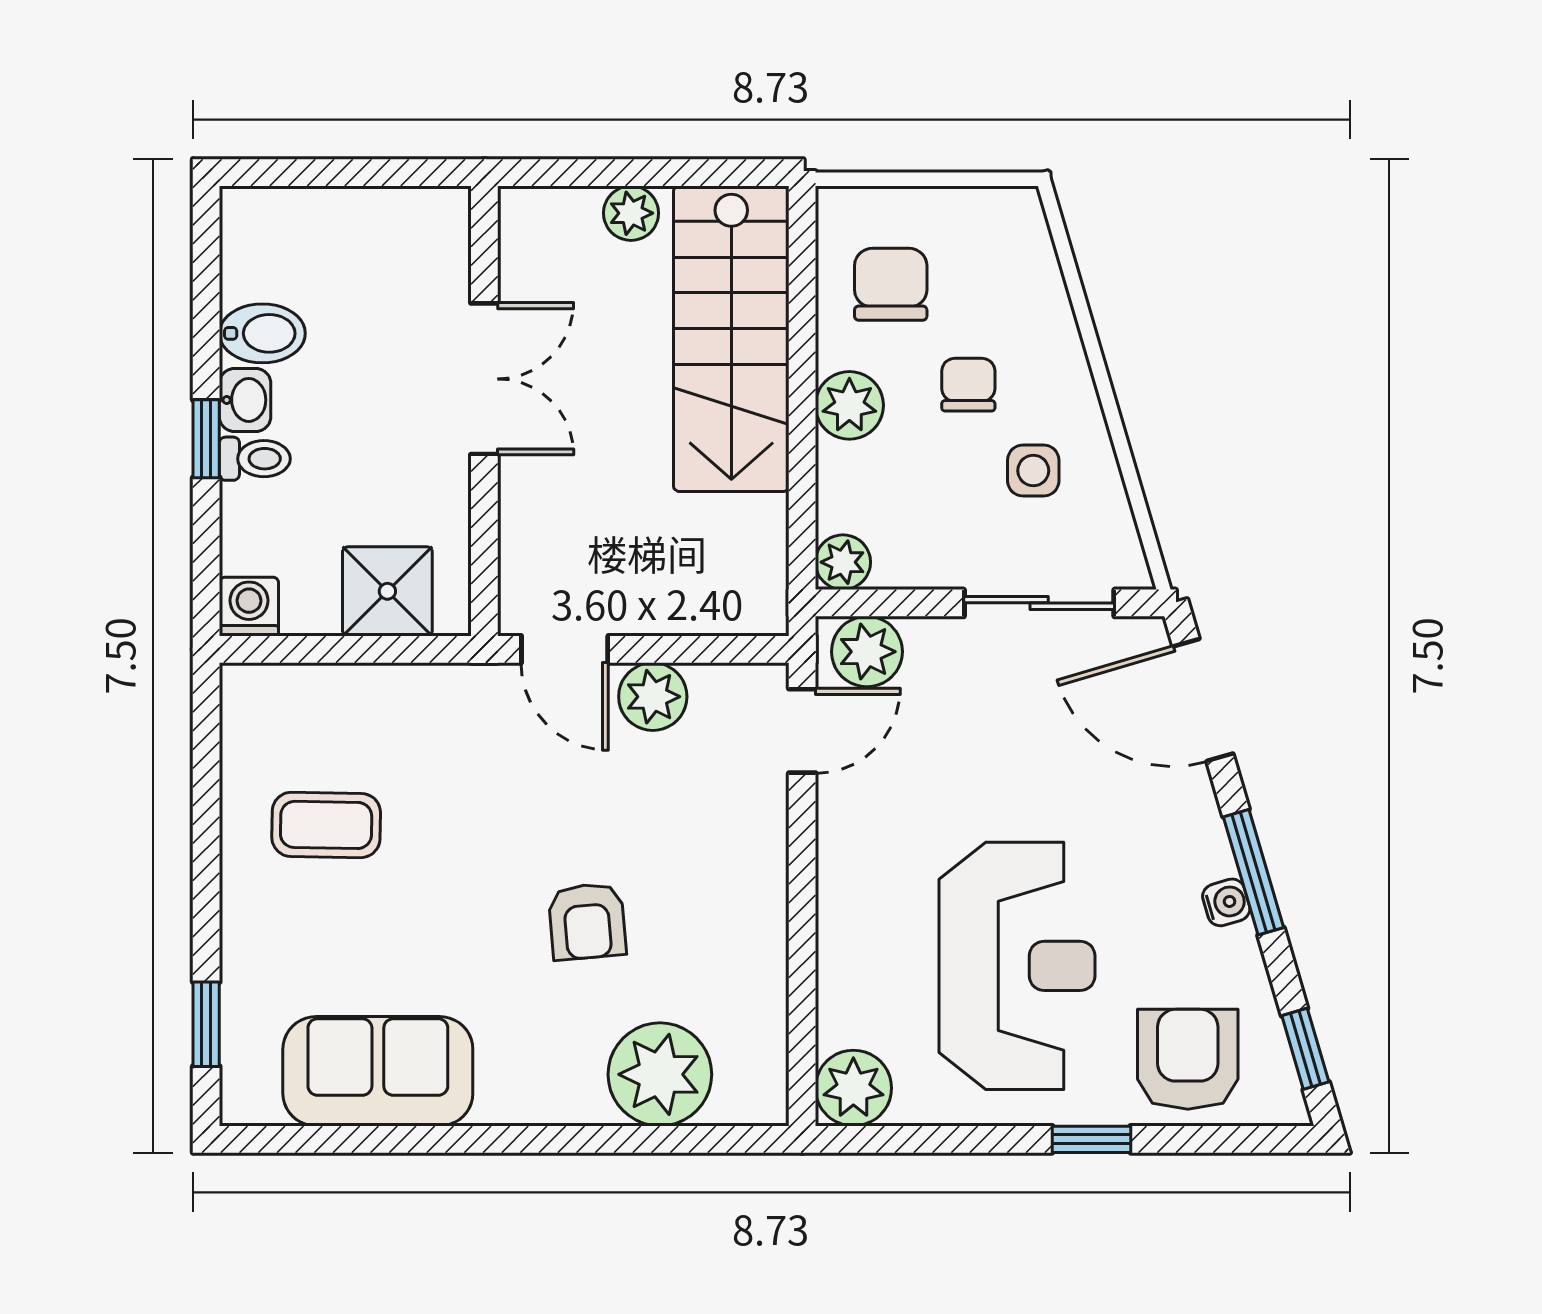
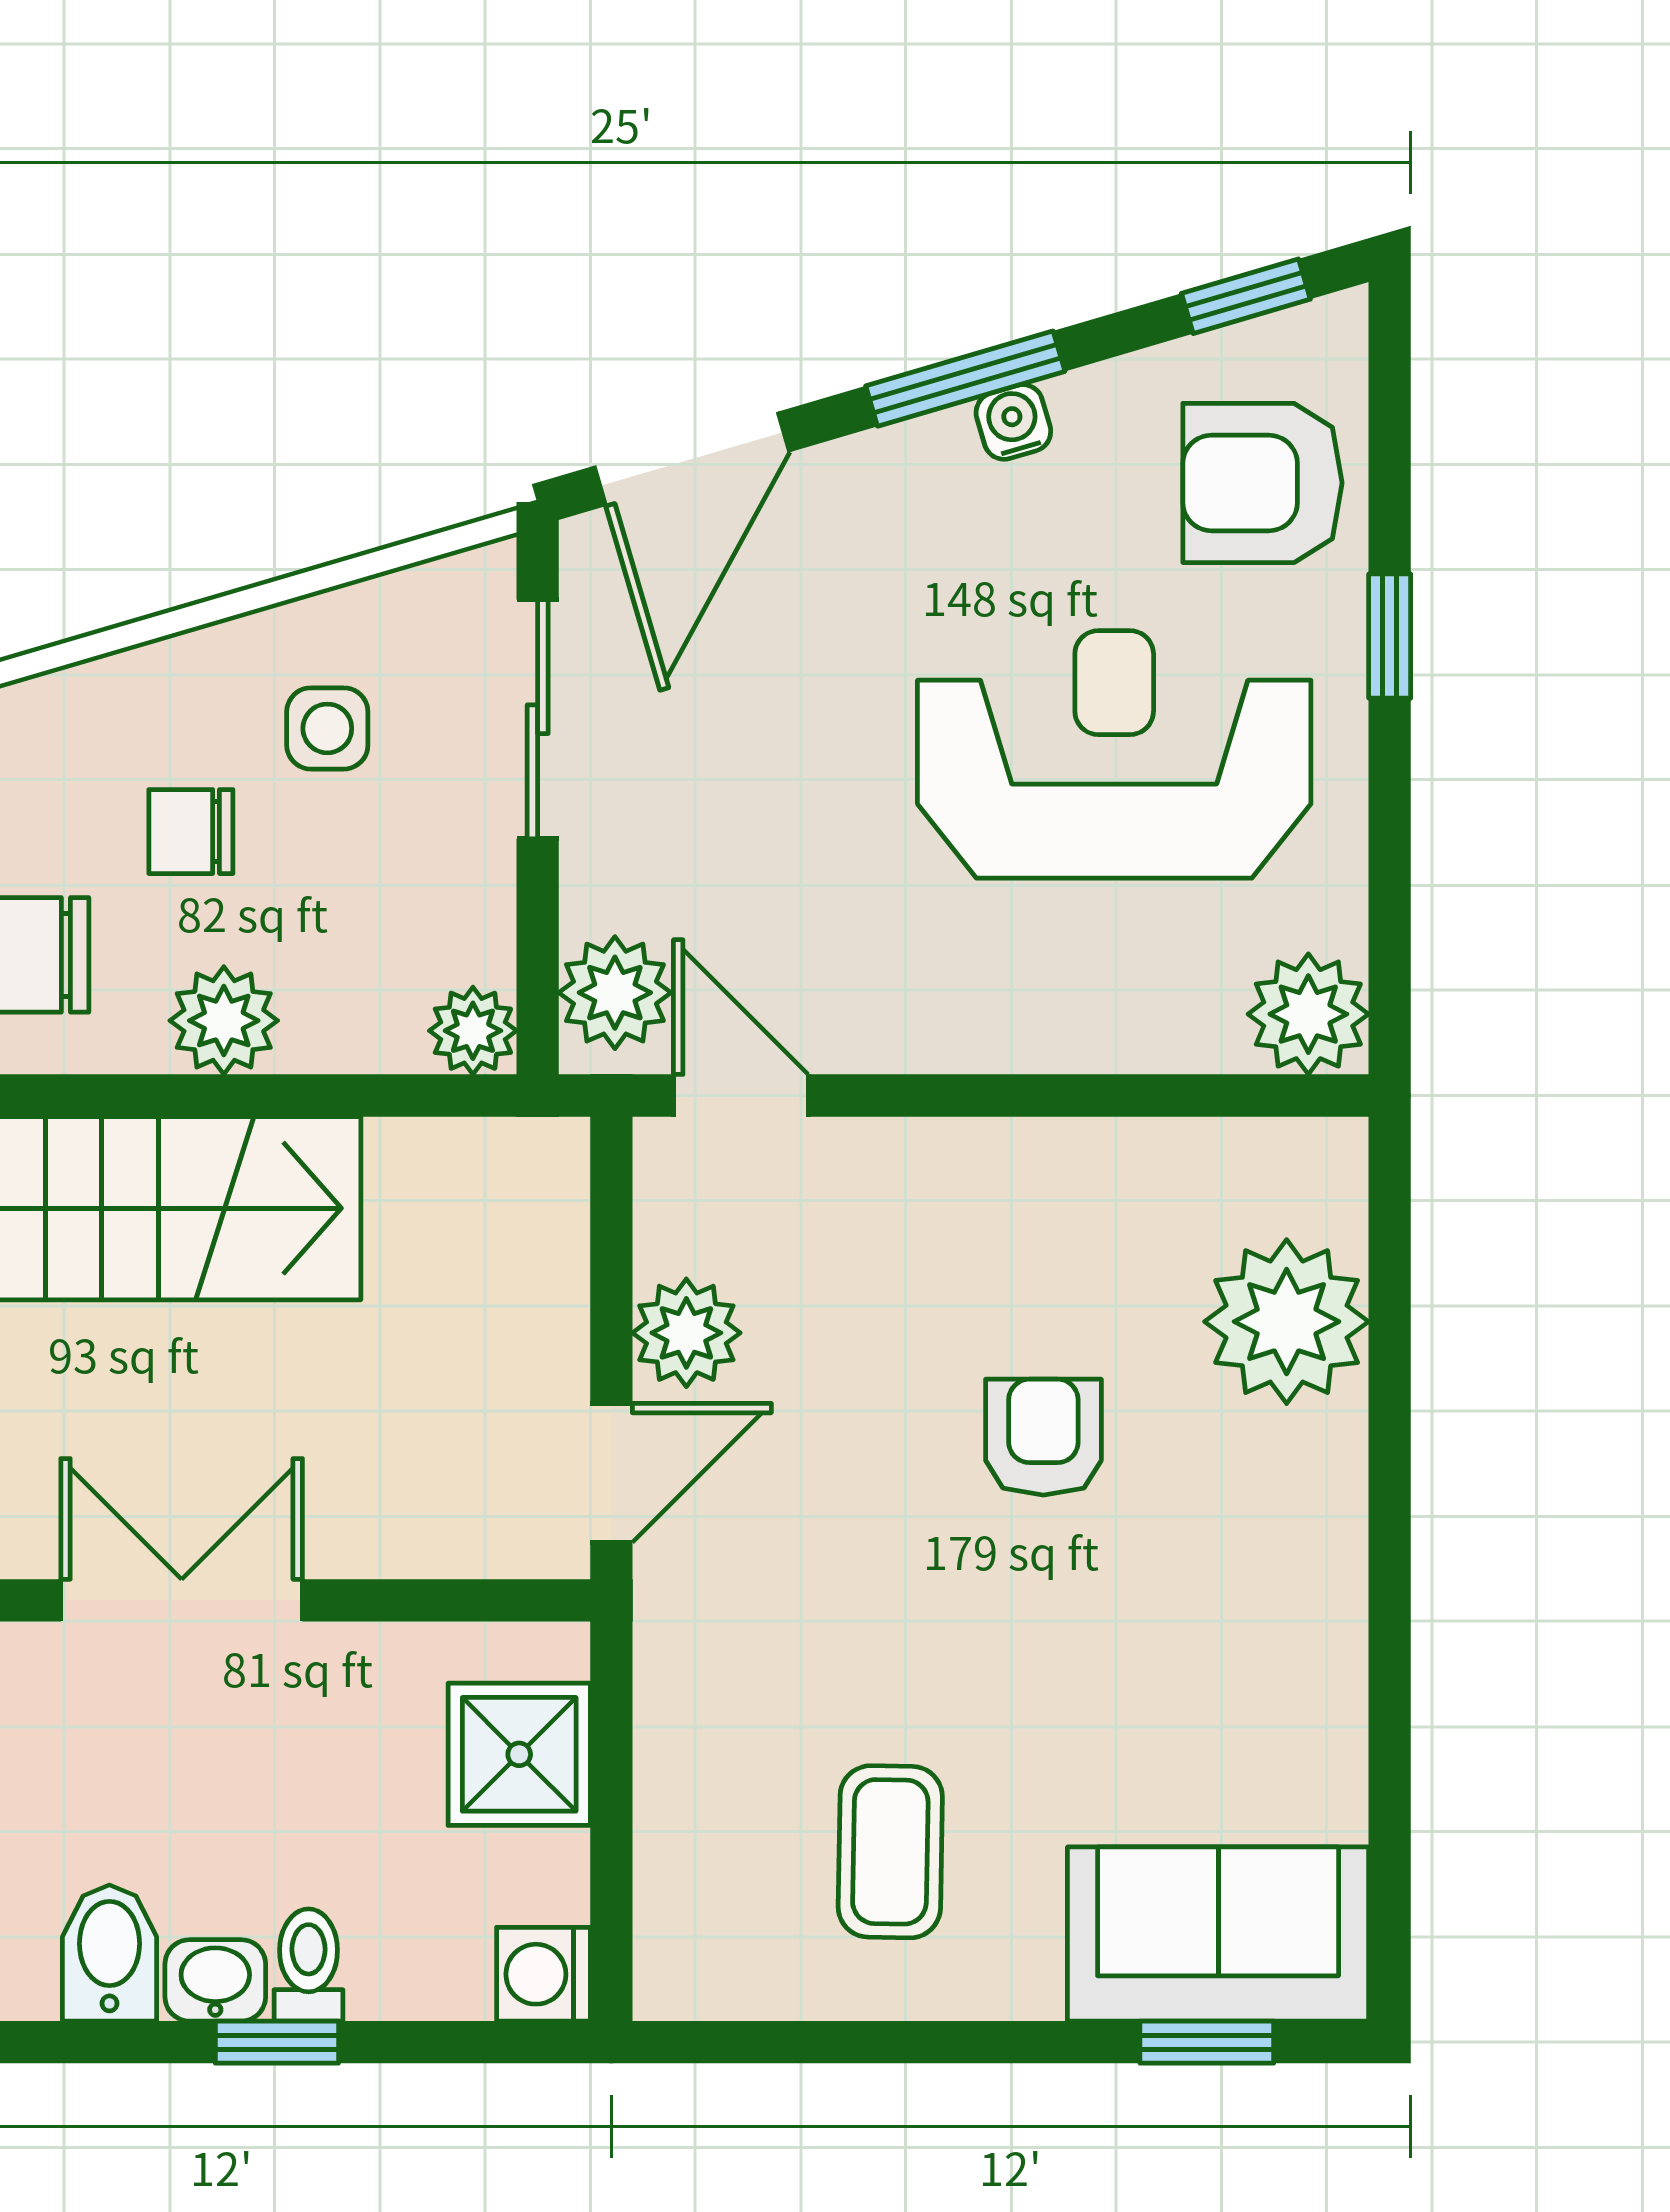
armchair: (587, 921) -> (1043, 1437), turned -85
sofa: (378, 1071) -> (1218, 1934), moved, turned 90

